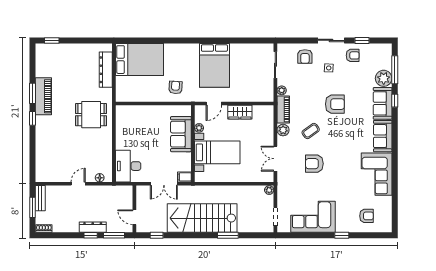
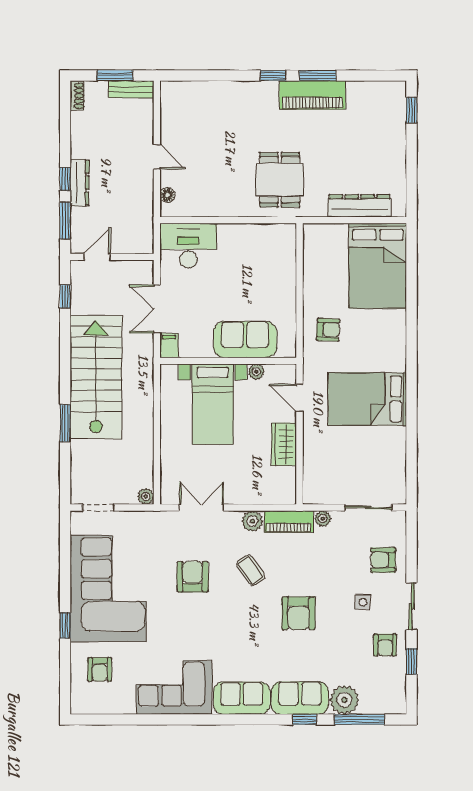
corner sofa: (313, 217) -> (108, 589), width x1.36, depth x1.36

